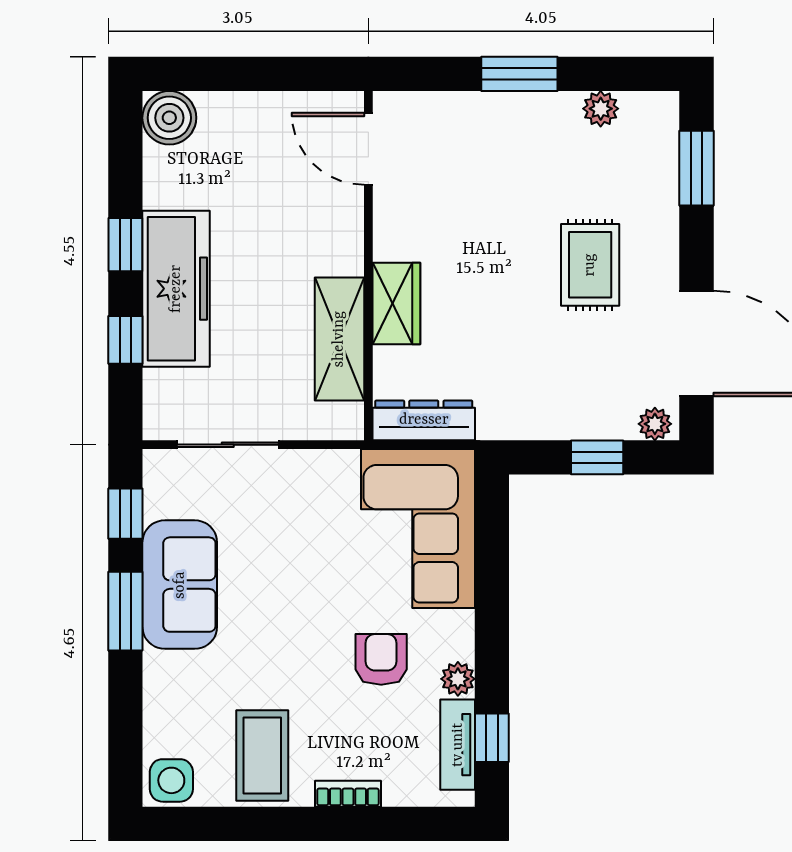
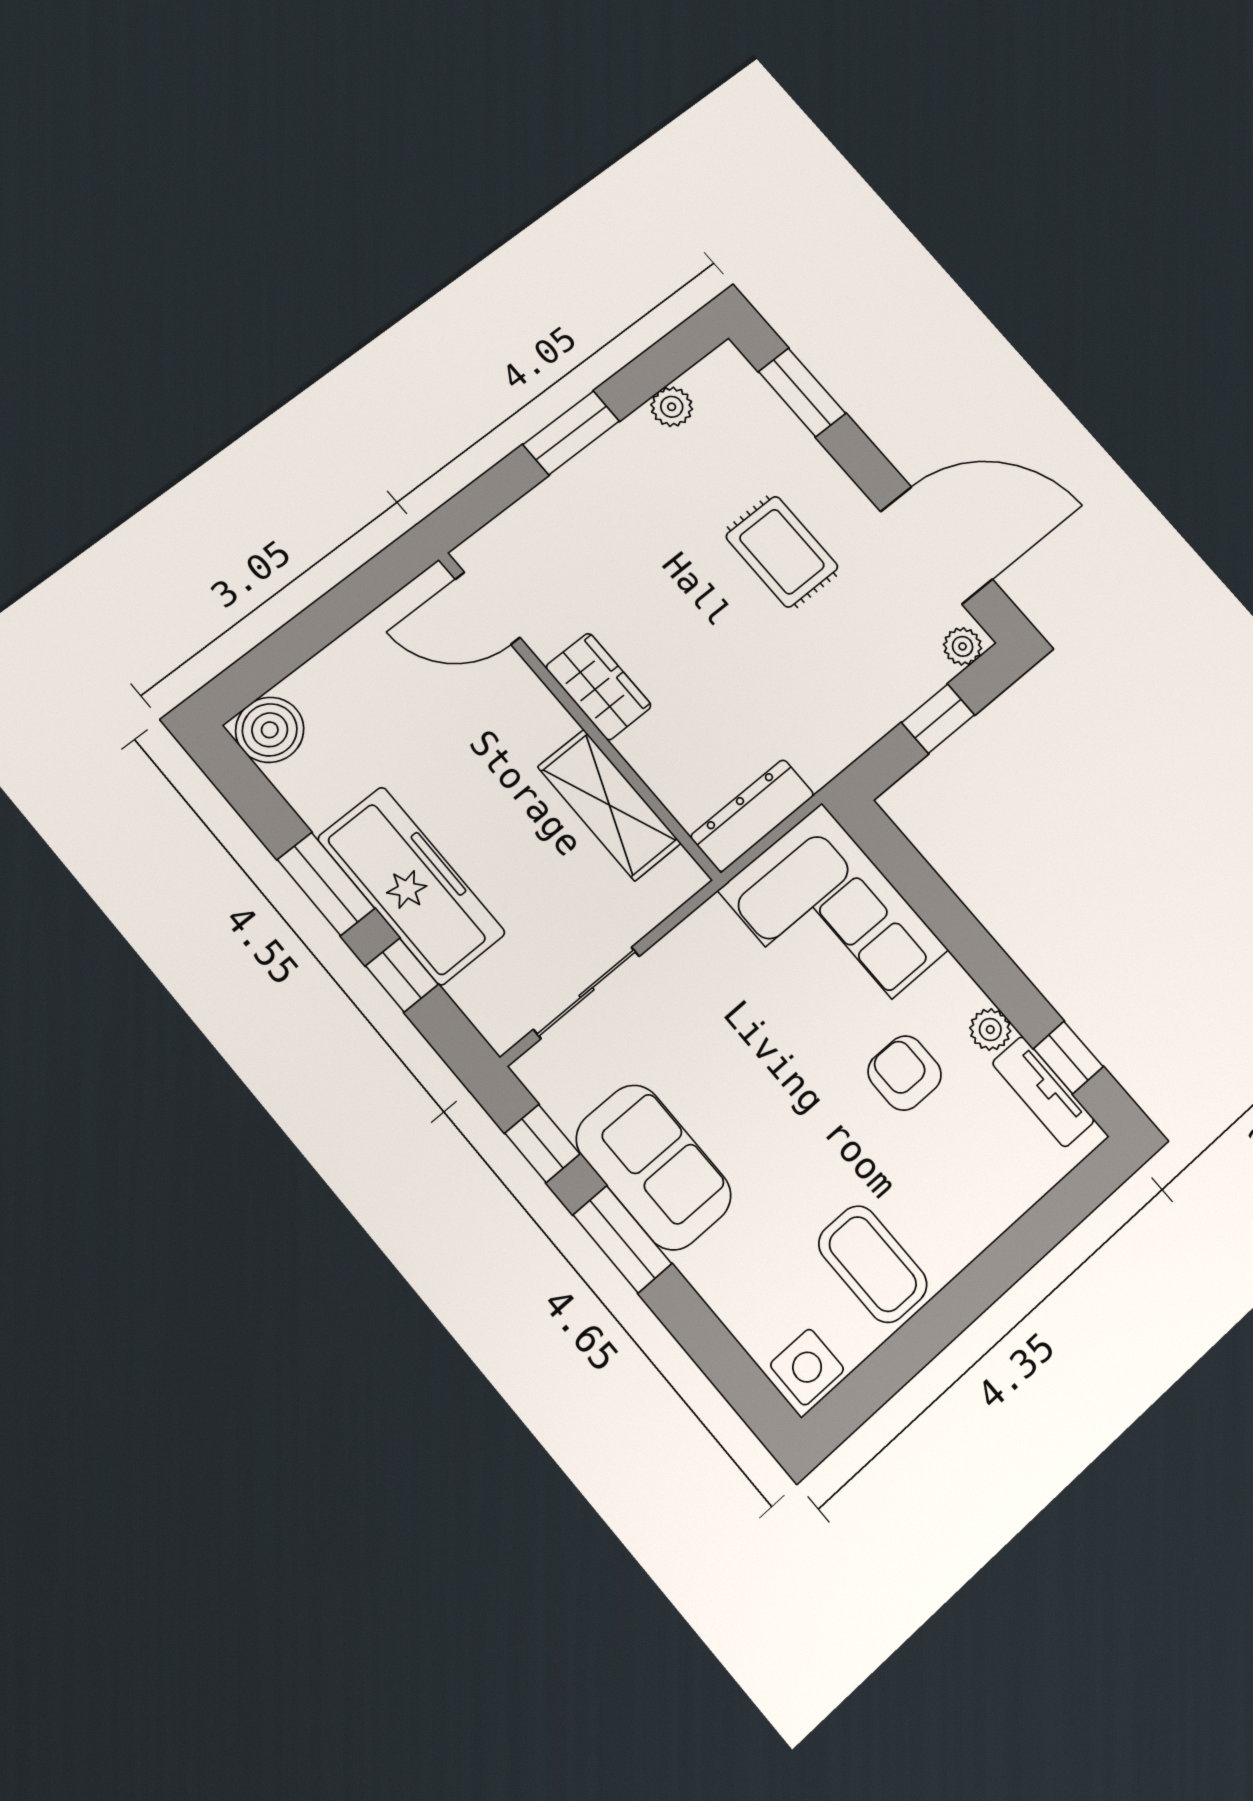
window: (125, 245) -> (326, 884), width x1.50
wardrobe: (396, 304) -> (599, 687), moved
bookcase: (348, 794) -> (984, 1229), removed

